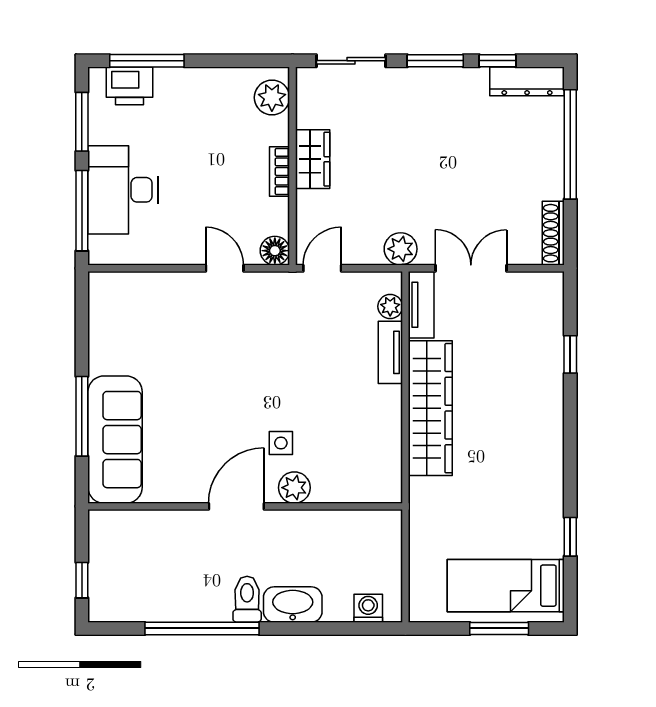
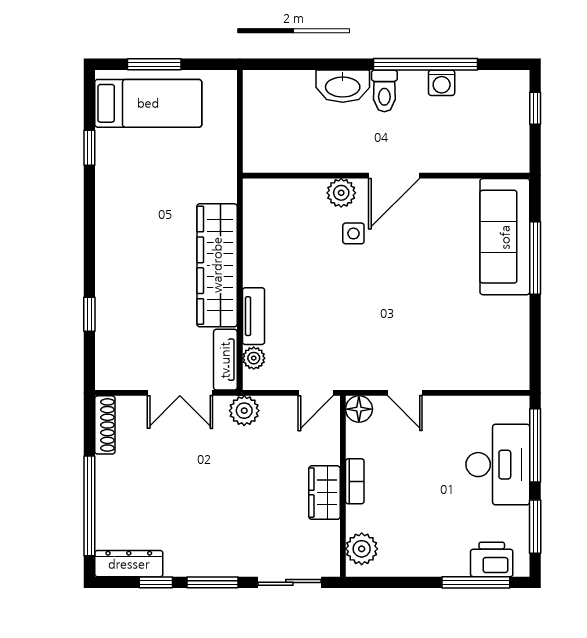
washing machine: (368, 608) -> (442, 83), moved

